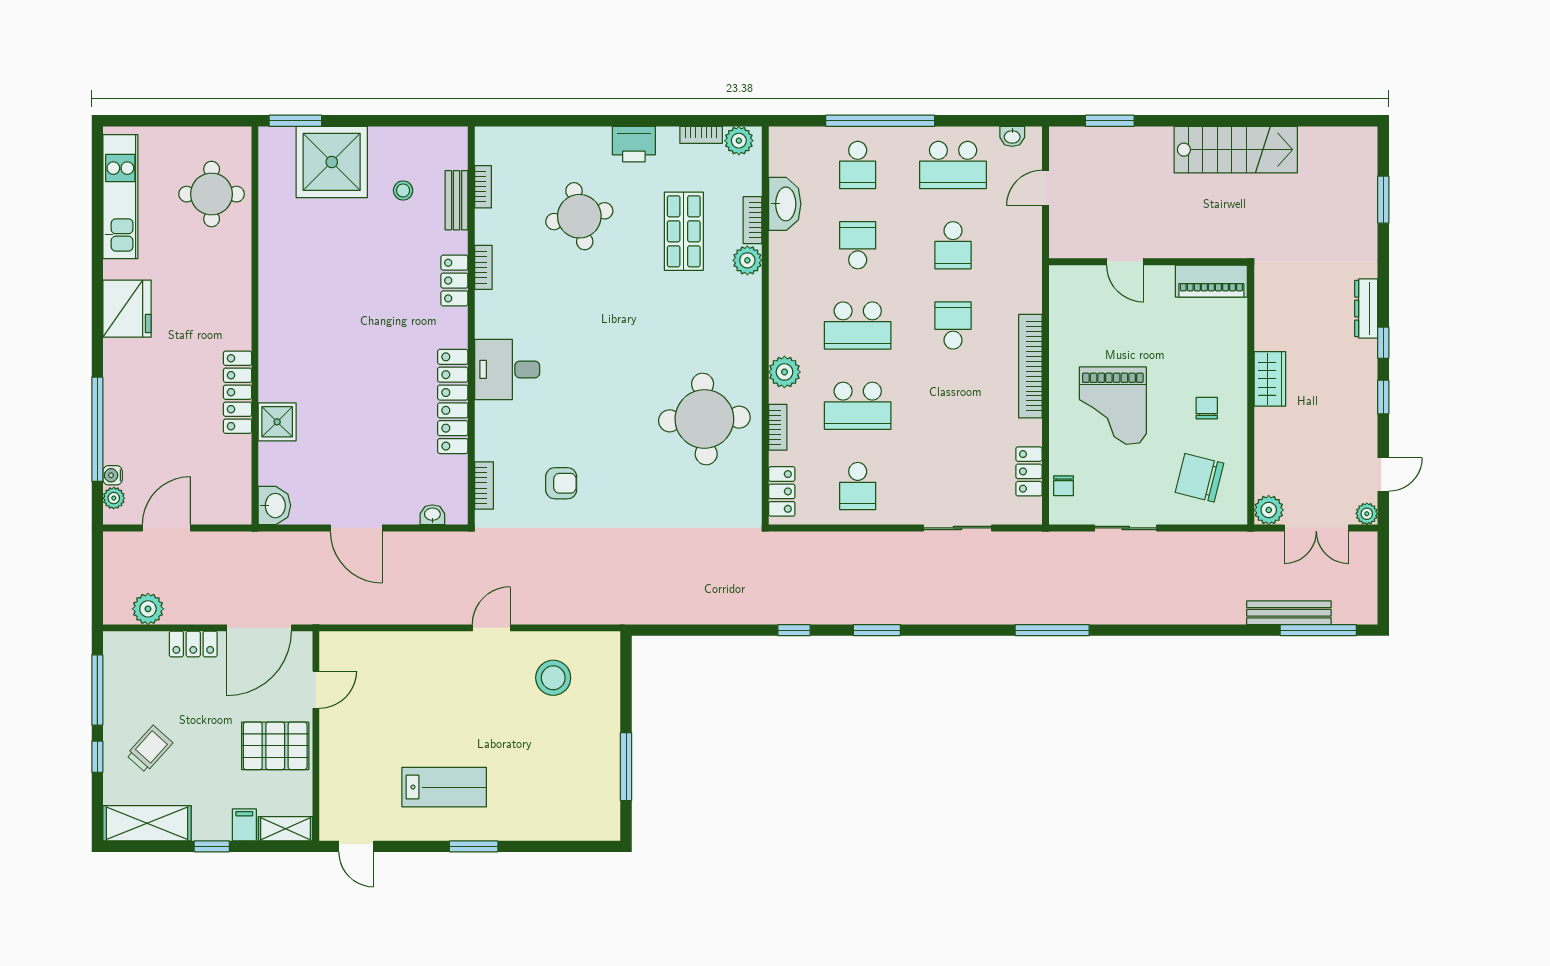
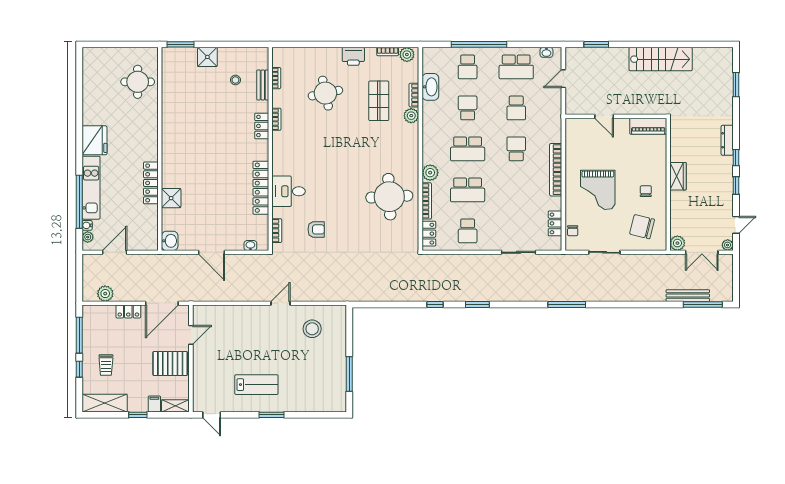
shower: (332, 162) -> (207, 57), width x0.54, depth x0.54
kitchen unit: (120, 197) -> (91, 188), moved
desk: (507, 369) -> (289, 191), moved
bookcase: (778, 427) -> (427, 201), width x1.56
trolley: (149, 749) -> (106, 365), turned 138

